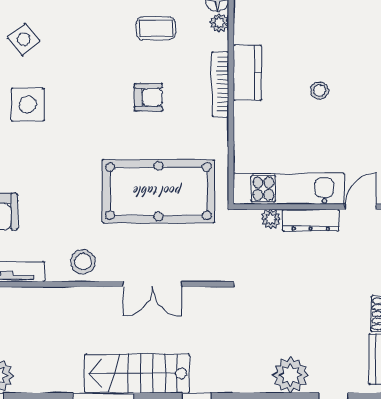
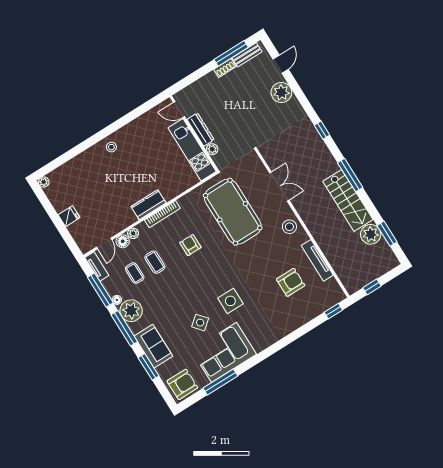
stool: (319, 90) -> (111, 147), moved
stairs: (137, 373) -> (348, 200), moved

